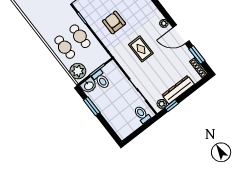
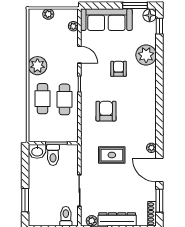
rug: (141, 49) -> (112, 155), turned 90
plant: (78, 71) -> (37, 66), moved
window: (92, 106) -> (25, 200), moved

